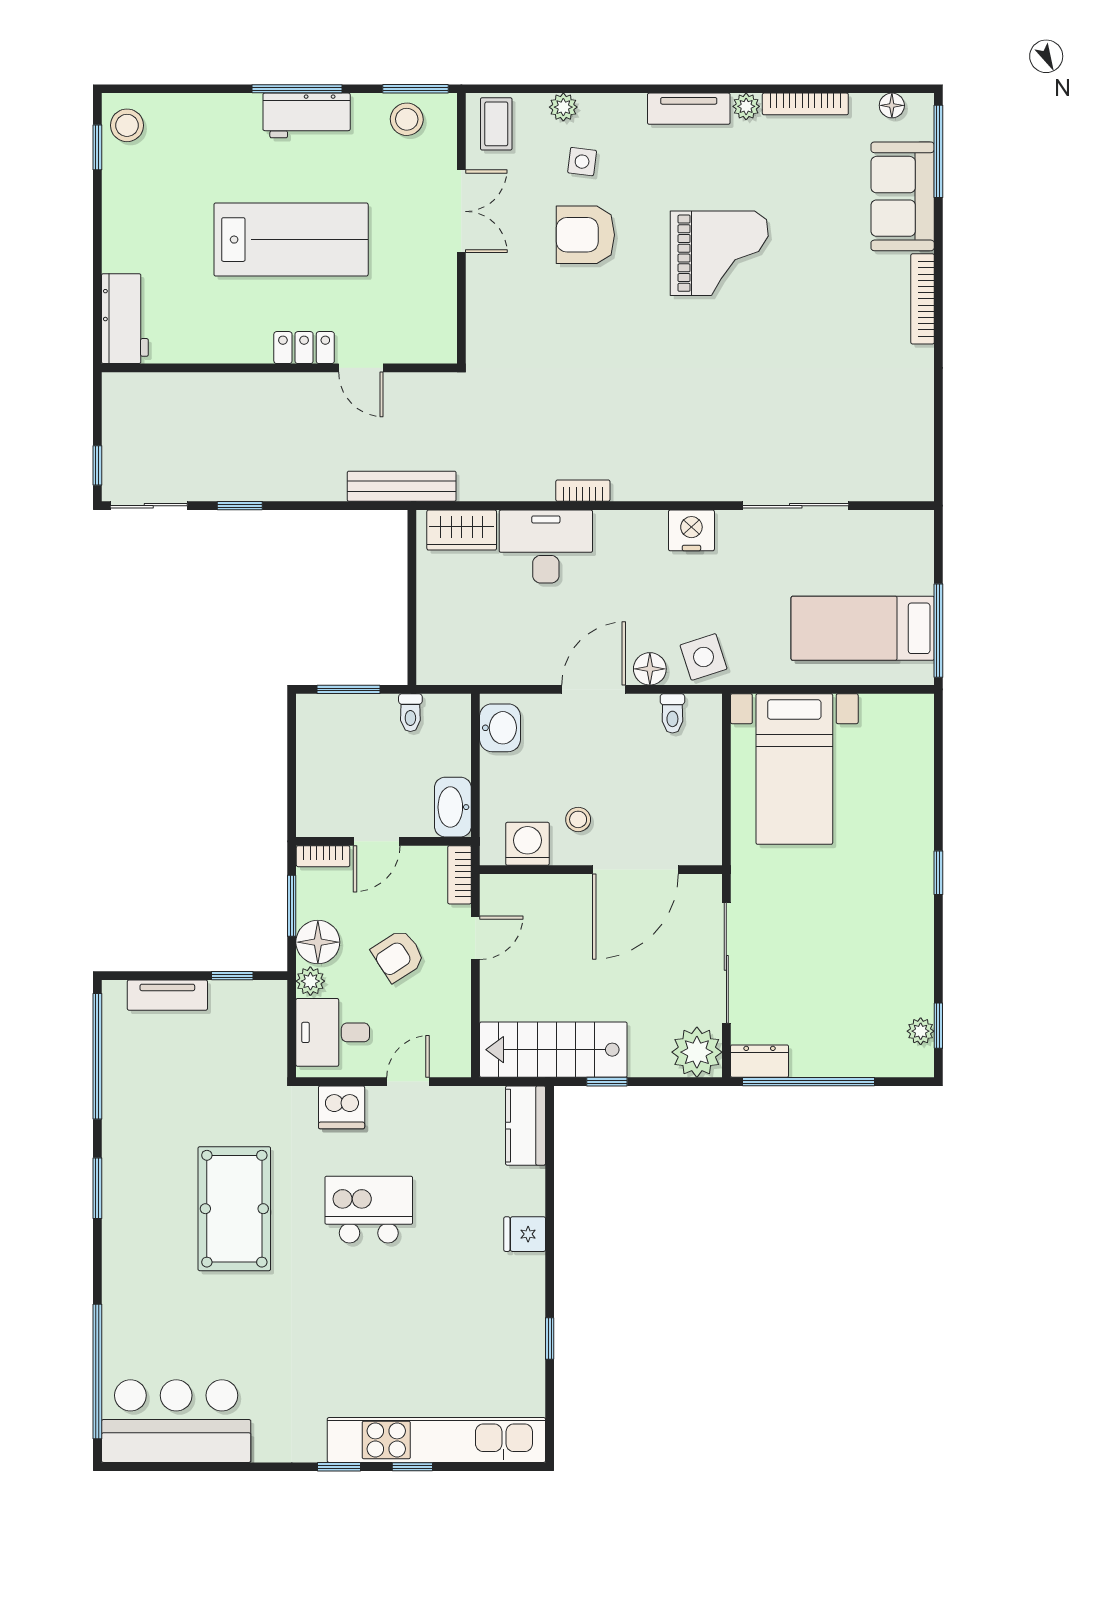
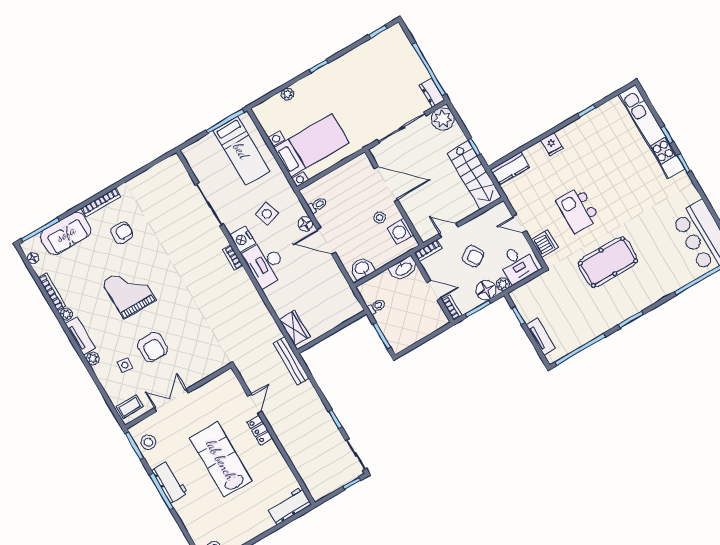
plant: (563, 107) -> (93, 359), moved
armchair: (840, 305) -> (122, 233), added
bookcase: (583, 491) -> (233, 258), moved
desk: (546, 547) -> (265, 263), moved
side table: (704, 657) -> (267, 214), moved
plant: (921, 1031) -> (287, 94), moved

